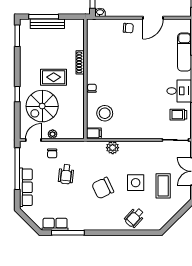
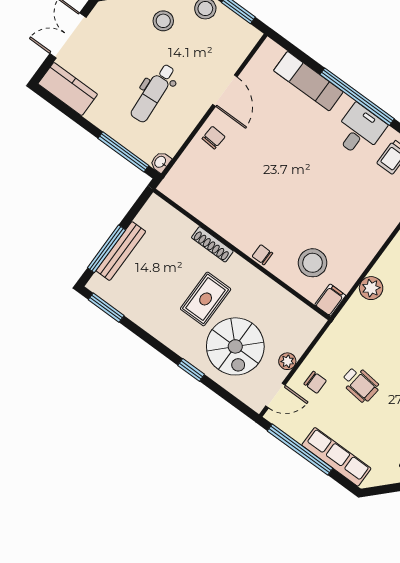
door: (33, 140) -> (275, 396), swing flipped

